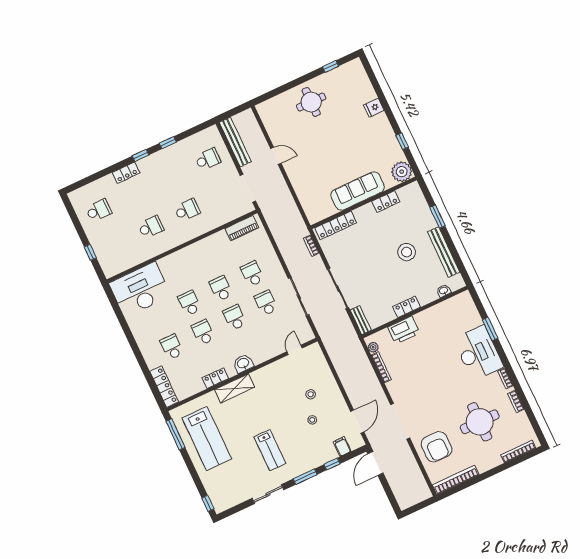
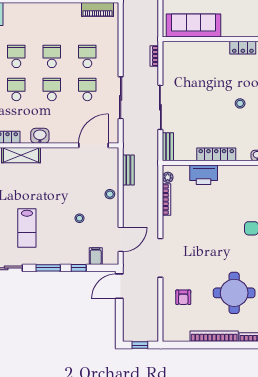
sofa: (358, 191) -> (193, 25), moved
locker: (336, 225) -> (186, 48), removed
stool: (407, 252) -> (240, 103), width x0.53, depth x0.53
locker: (407, 307) -> (216, 154), width x1.53
door: (294, 350) -> (93, 145), width x1.87
bench: (335, 357) -> (128, 170), added
stool: (311, 394) -> (110, 194), moved
armchair: (436, 447) -> (183, 297), width x0.53, depth x0.53
bookcase: (456, 480) -> (214, 336), moved
window: (418, 507) -> (140, 345), added

